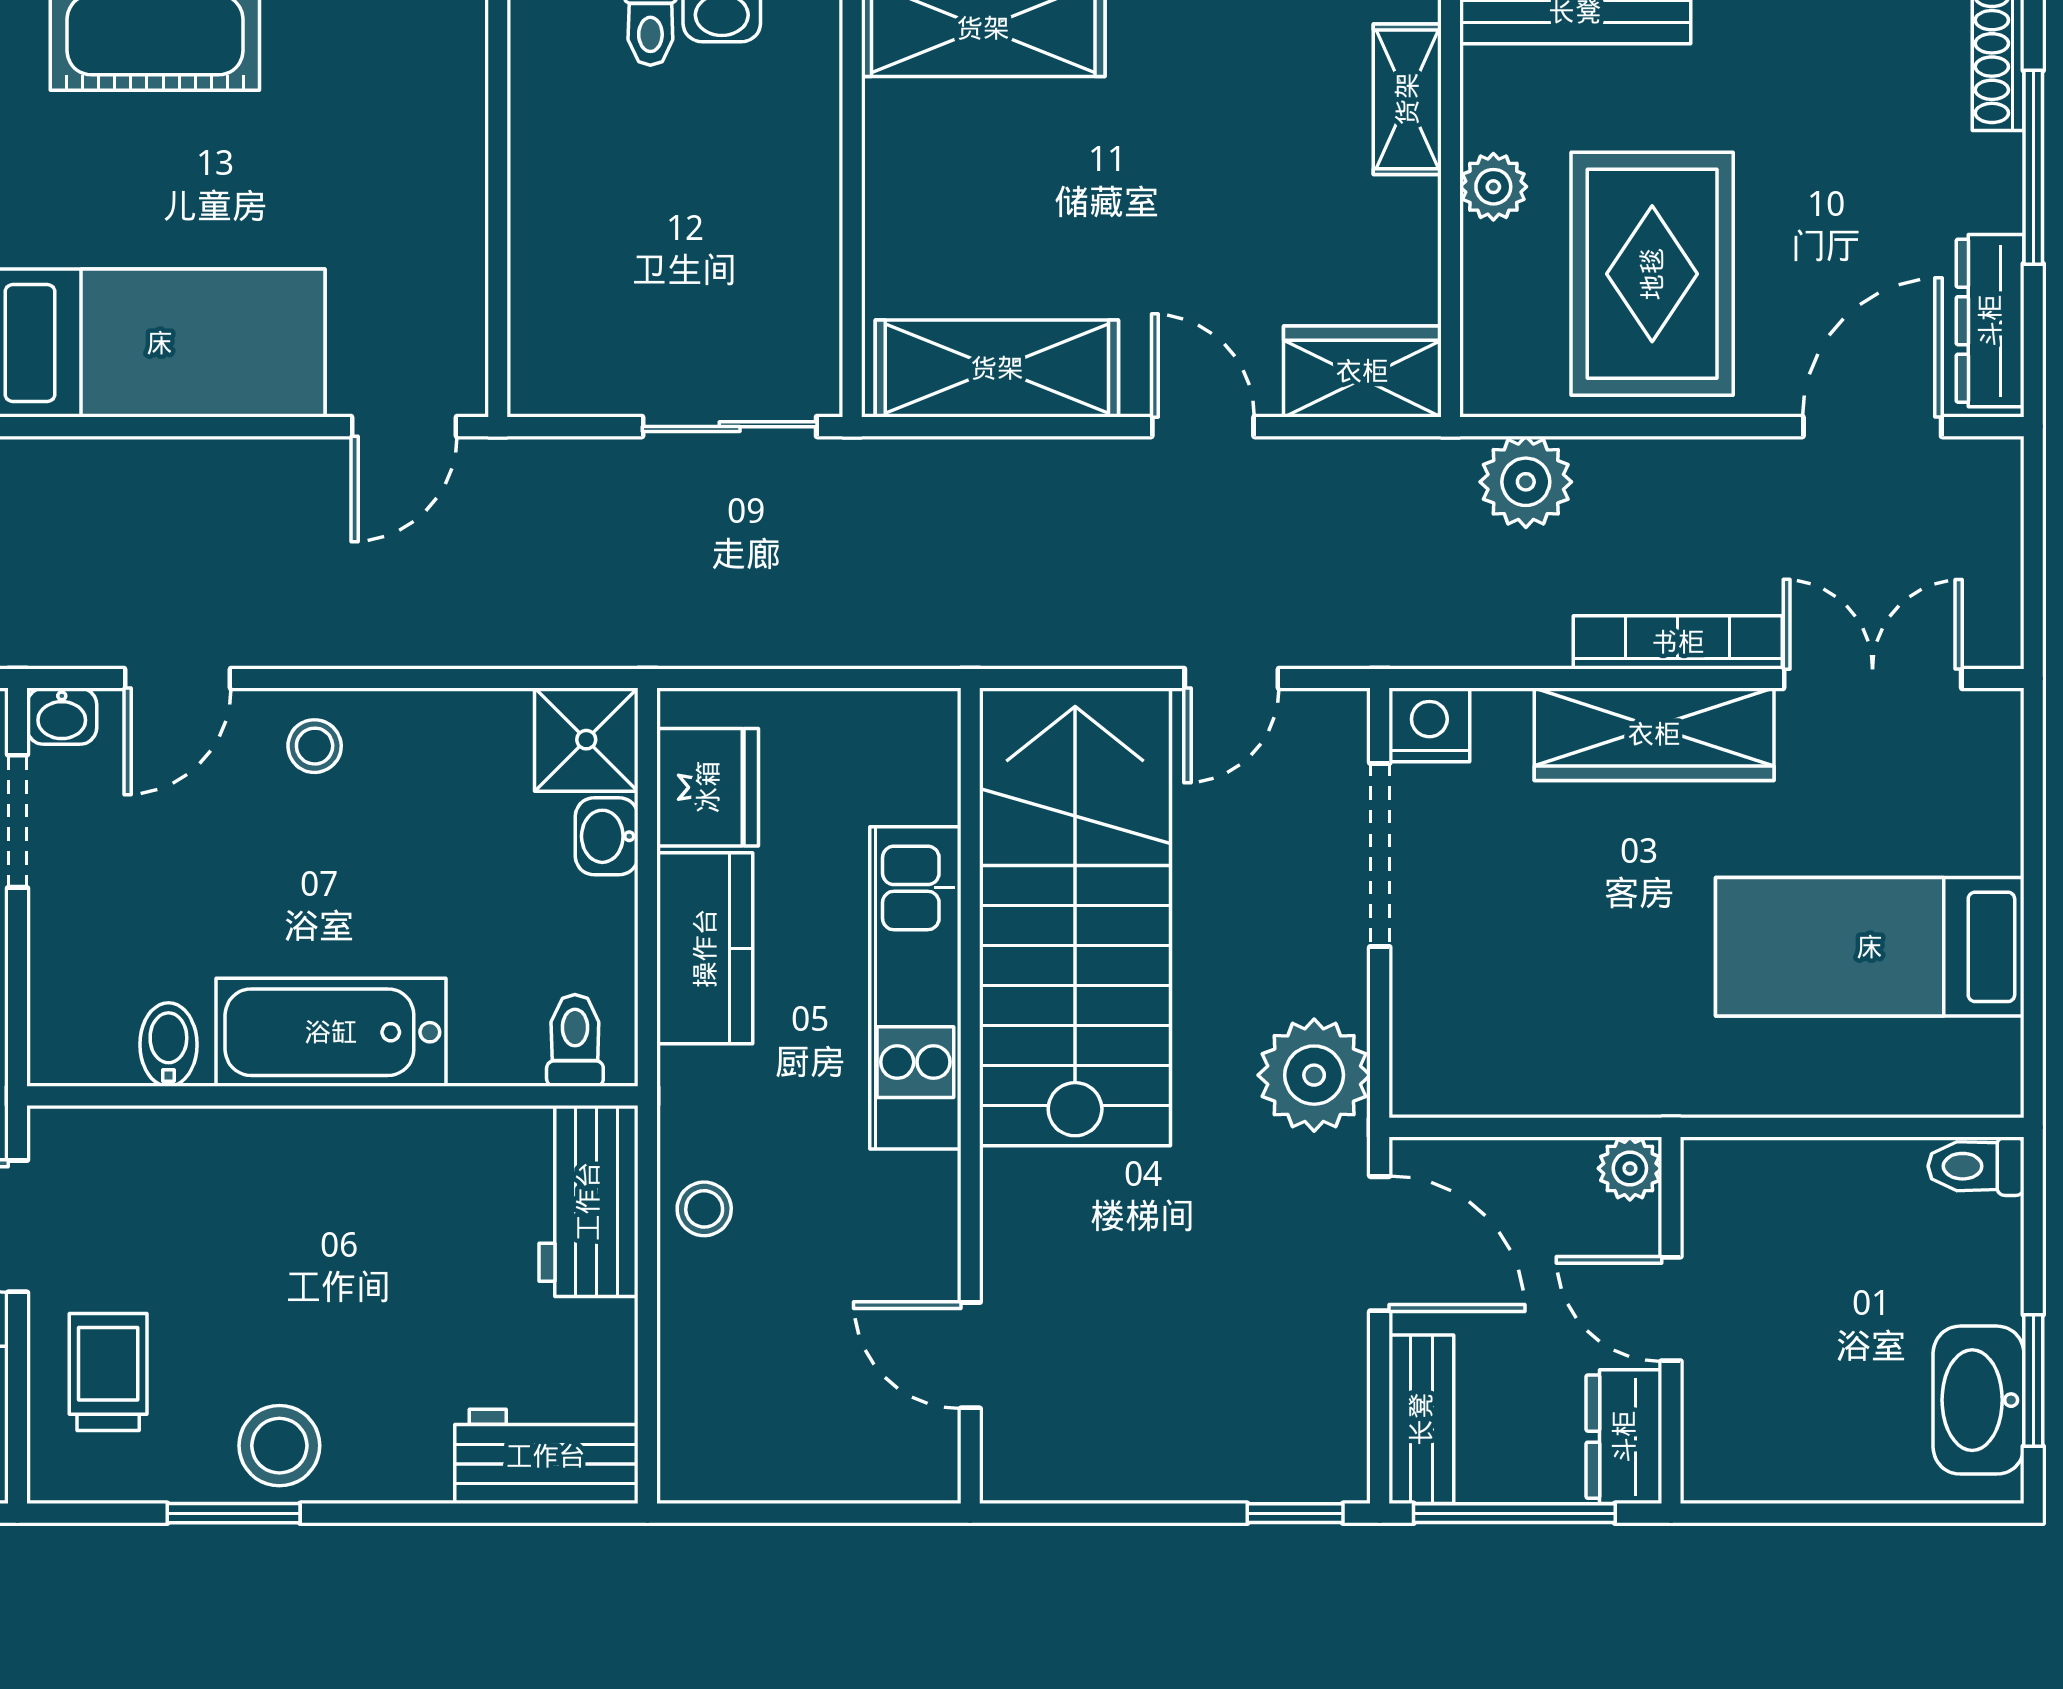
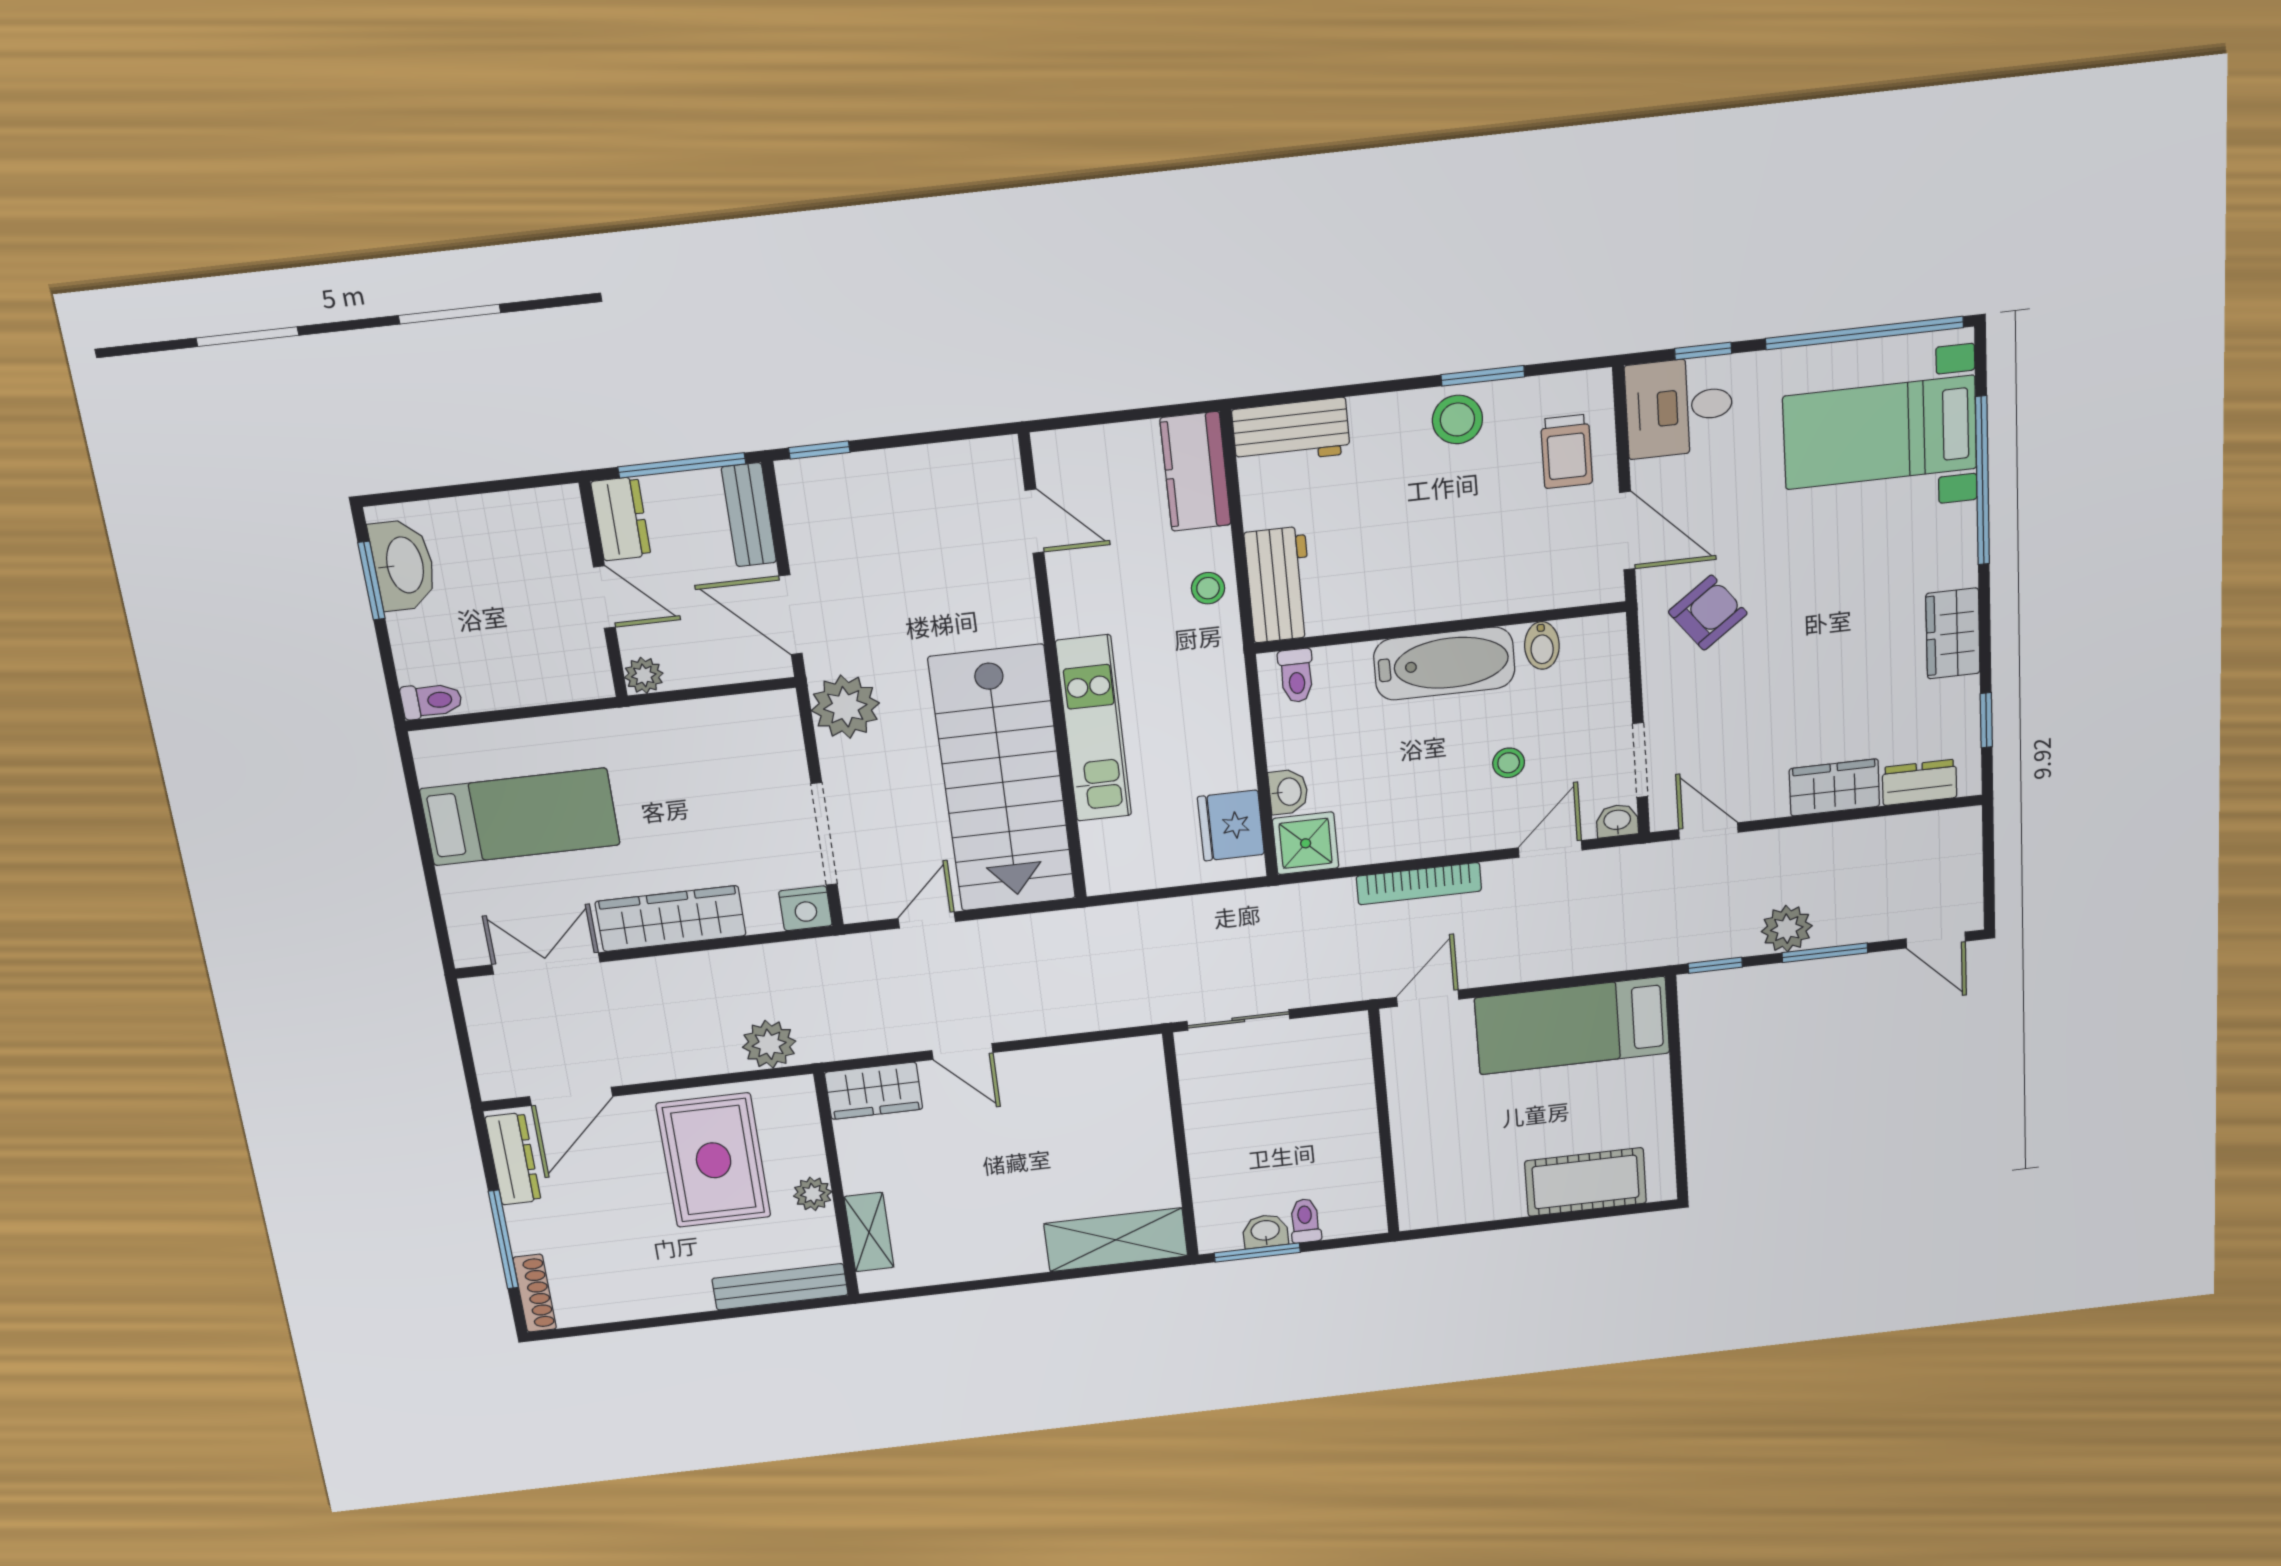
shelving: (997, 368) -> (1086, 1068), removed
bookcase: (1678, 642) -> (1419, 884), moved
double door: (1873, 679) -> (546, 963), swing flipped
stool: (315, 746) -> (1509, 763), moved
kitchen counter: (705, 948) -> (1195, 471), moved

